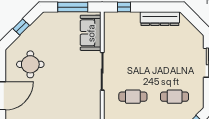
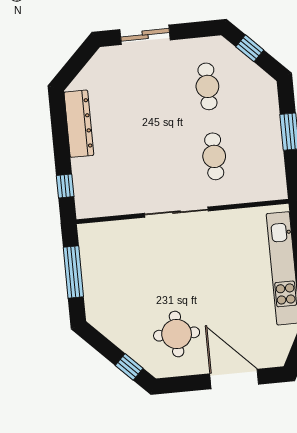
window: (21, 27) -> (129, 367), moved
sofa: (91, 33) -> (114, 238), removed

